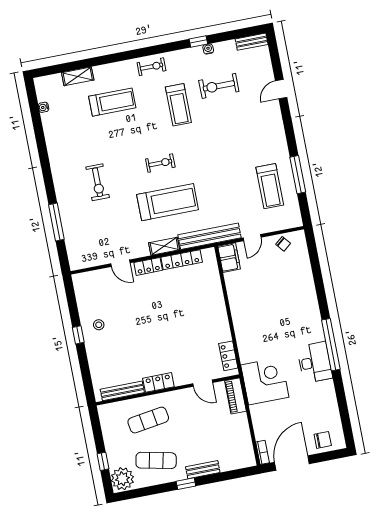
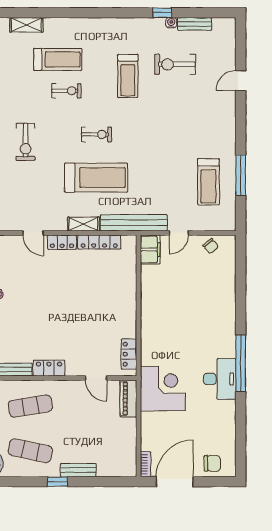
bench: (252, 42) -> (195, 24), moved
exercise bike: (151, 67) -> (66, 91), moved

